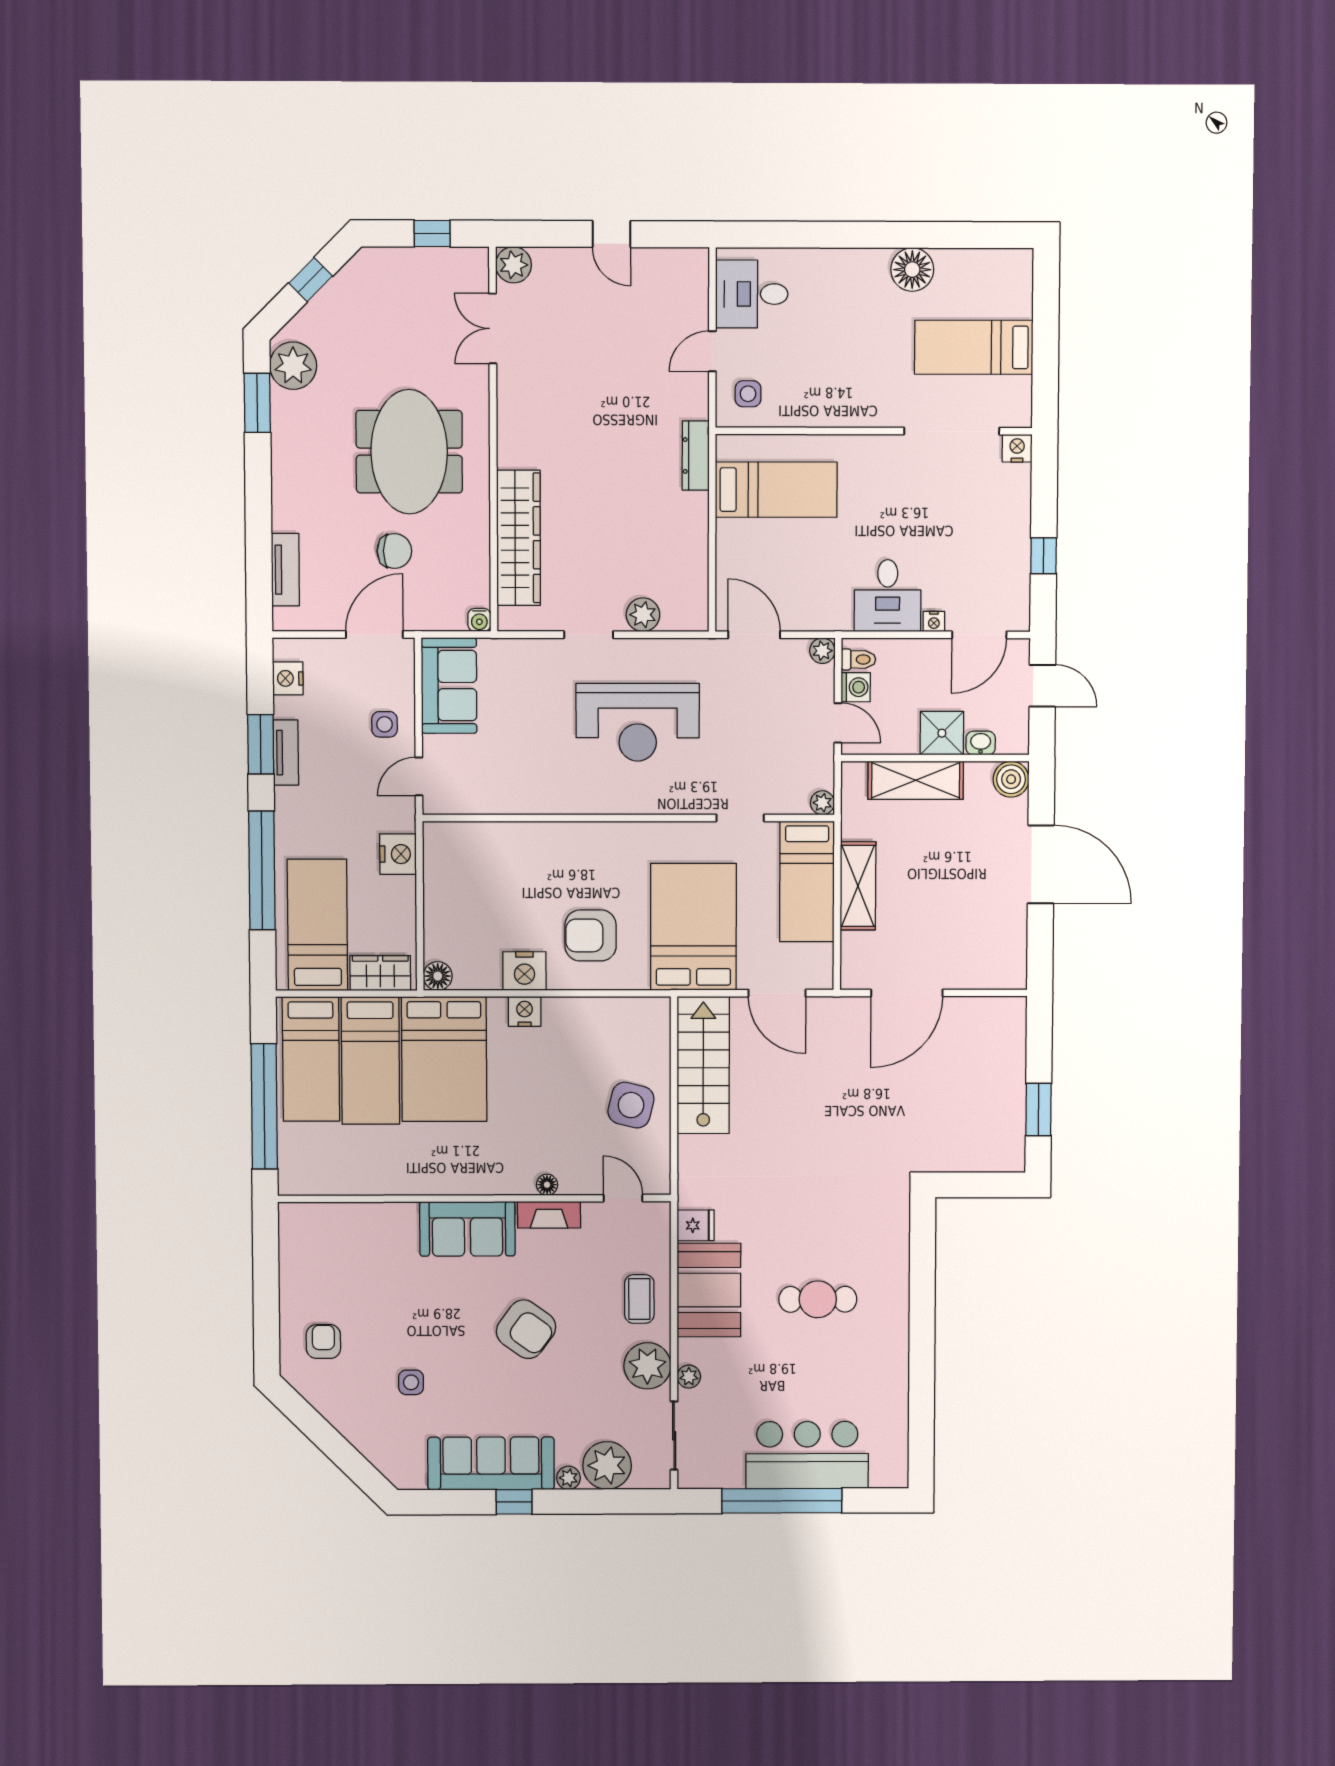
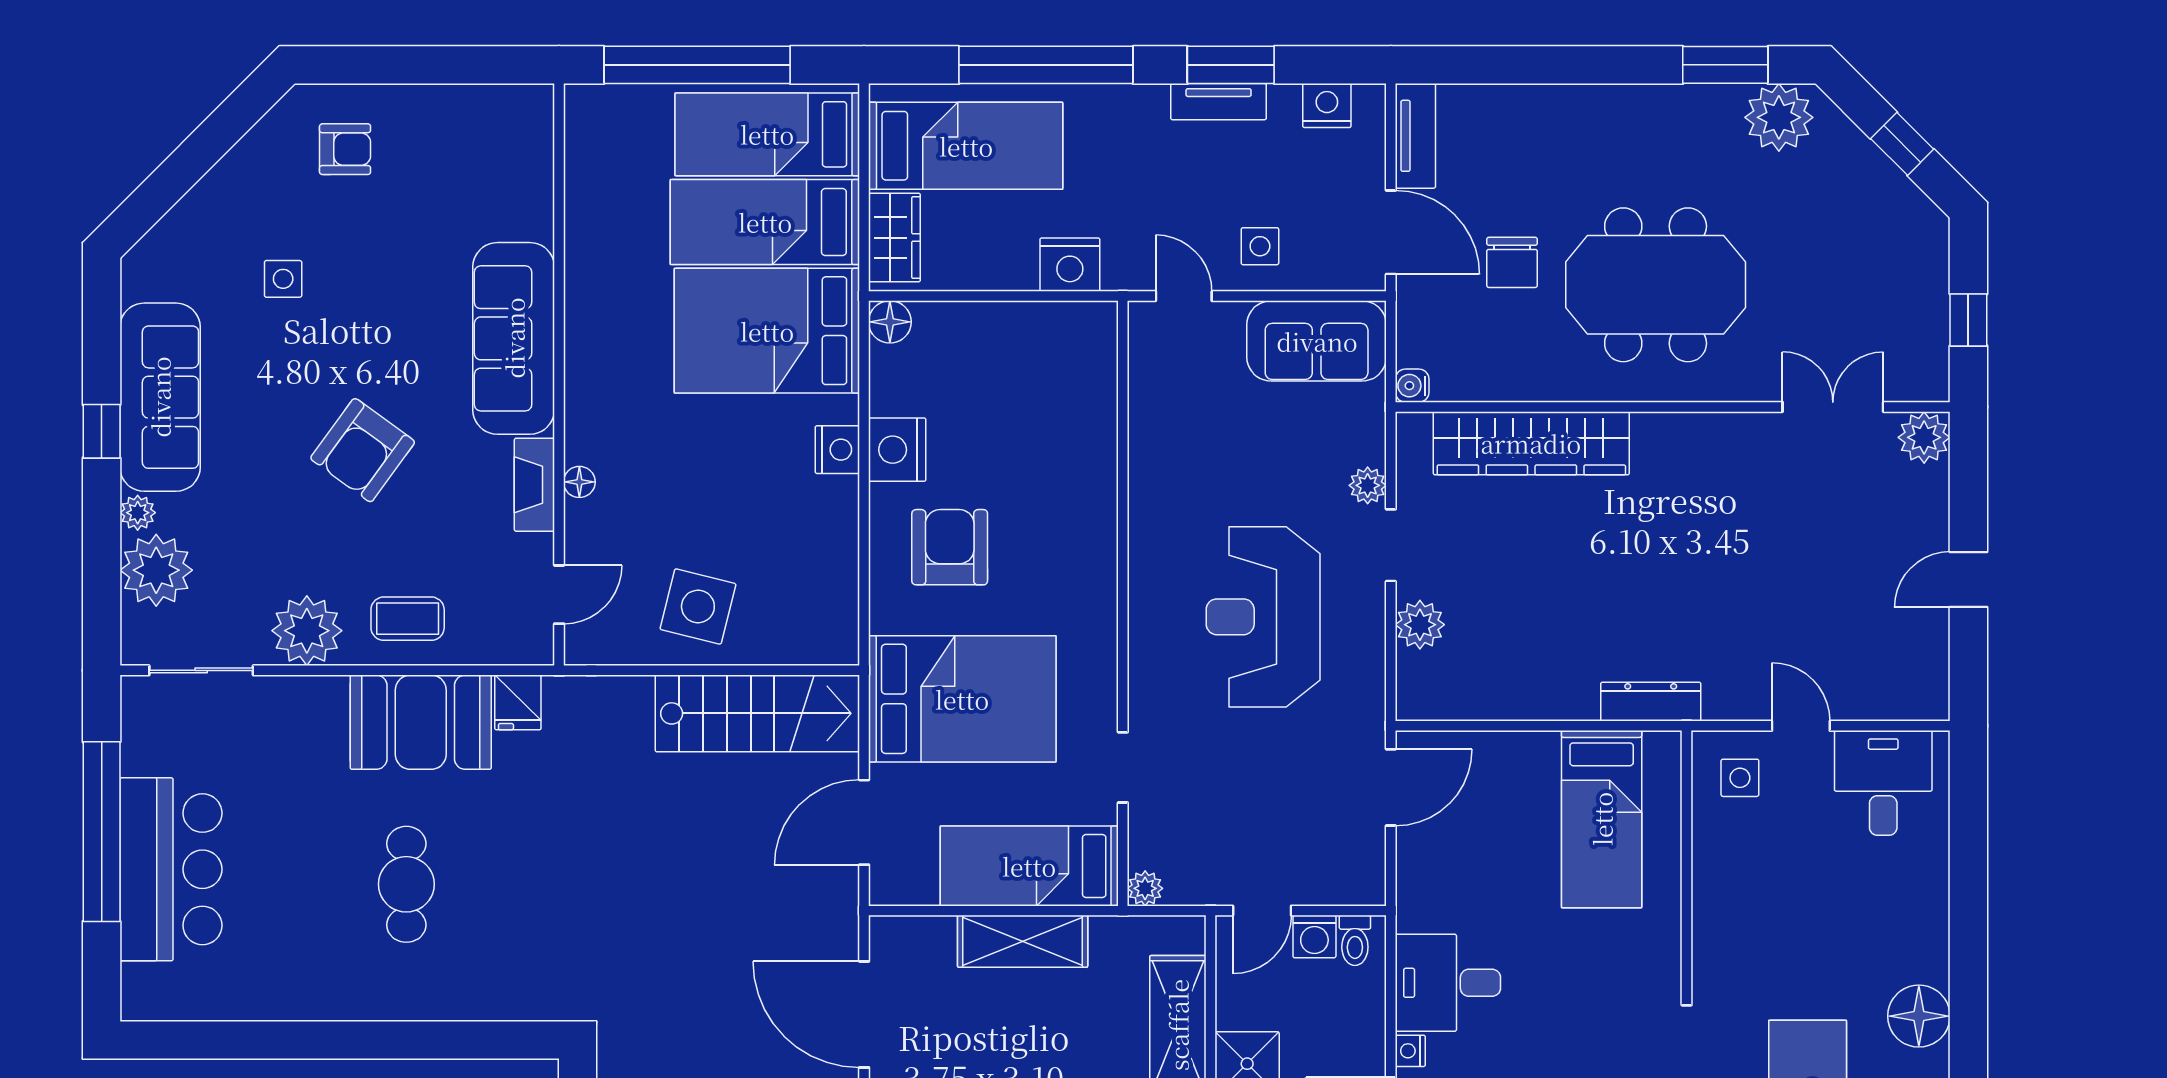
tv unit: (285, 570) -> (1415, 136), moved, turned -90
plant: (822, 651) -> (1368, 485), moved
sofa: (467, 1229) -> (514, 338), width x1.36
plant: (689, 1377) -> (290, 692), removed

